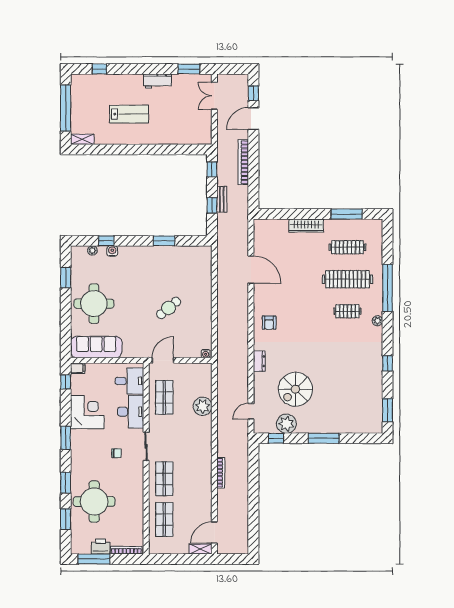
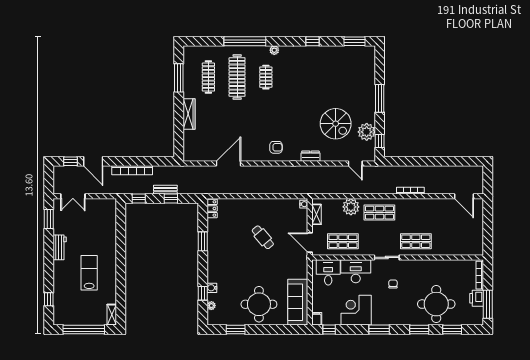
locker: (201, 251) -> (212, 208), added
shop shelf: (164, 520) -> (379, 213), moved
shelving: (200, 549) -> (317, 214), moved

